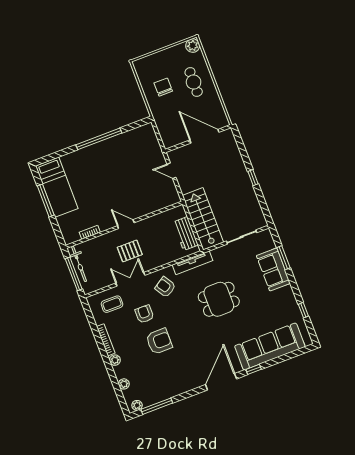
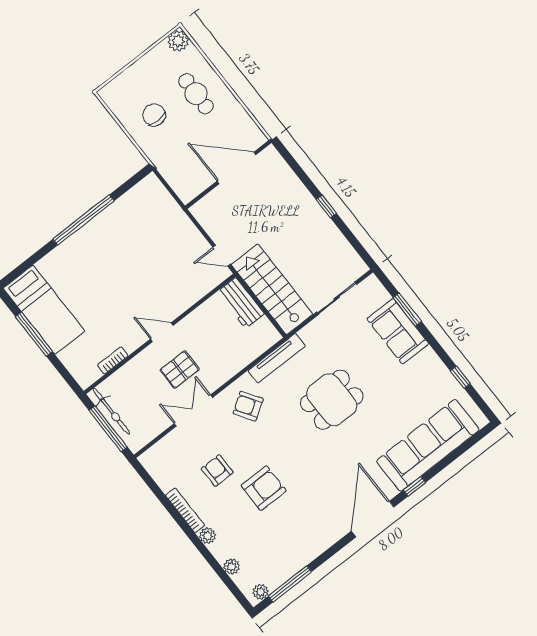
door: (171, 171) -> (222, 256), moved
workbench: (186, 234) -> (241, 303), moved
coffee table: (112, 304) -> (178, 455), removed
armchair: (144, 314) -> (217, 471), moved

